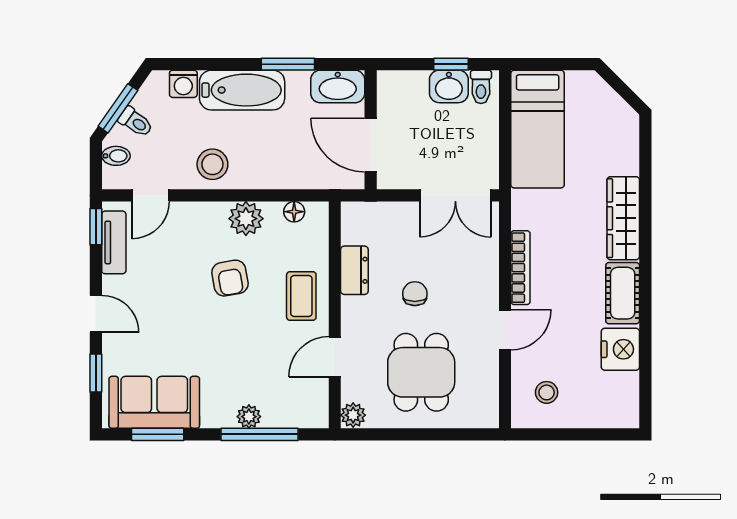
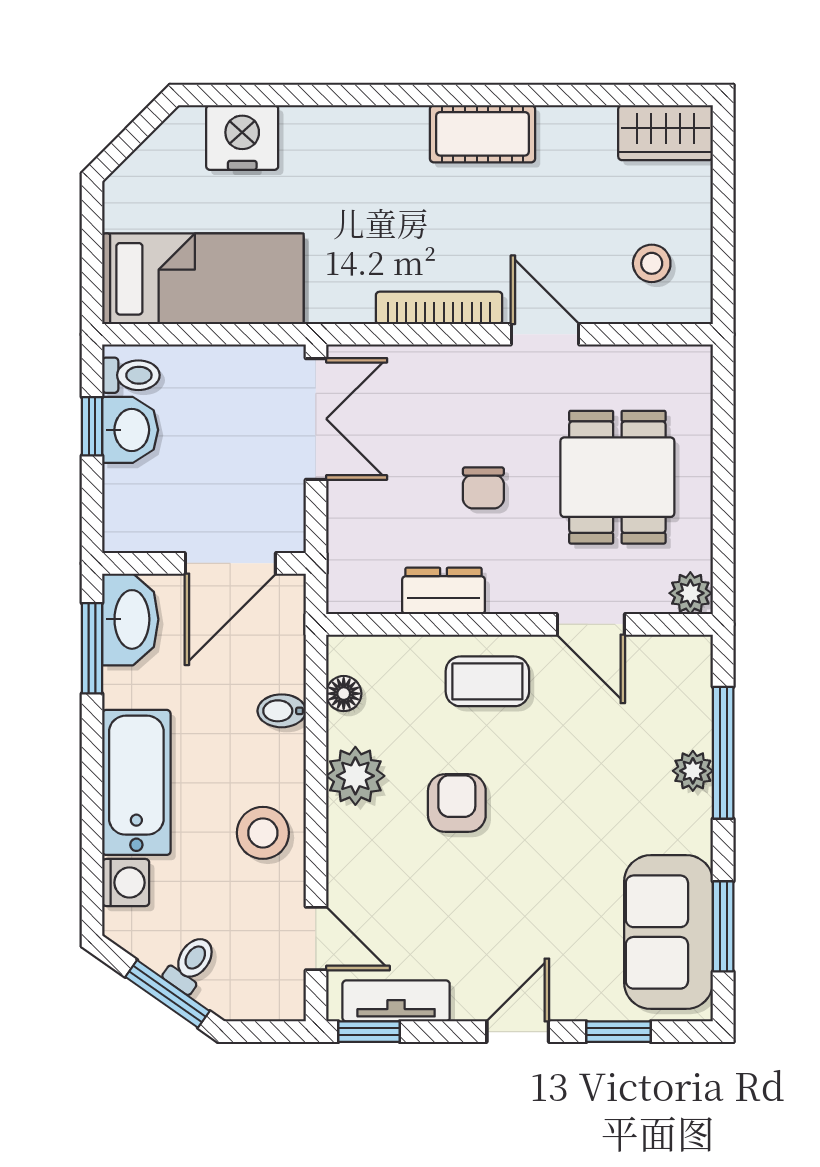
window: (288, 64) -> (92, 648), moved
bidet: (116, 156) -> (282, 711), moved, turned -90
wardrobe: (623, 218) -> (666, 133), moved, width x0.67
armchair: (230, 278) -> (457, 803), turned -80
chair: (415, 294) -> (483, 488), turned -90
nightstand: (620, 349) -> (242, 138), moved
dining table: (421, 372) -> (617, 477), turned 90

